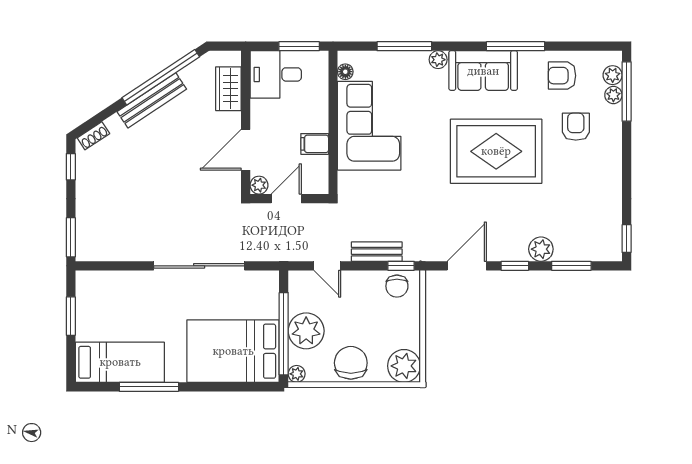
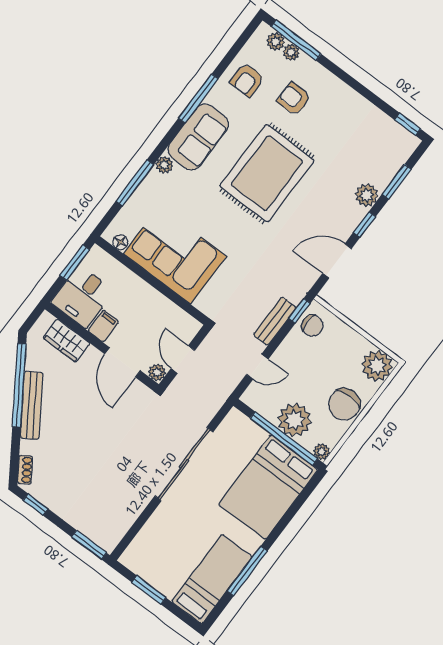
filing cabinet: (315, 144) -> (103, 326), moved, turned 180
door: (467, 266) -> (337, 261), hinge flipped
chair: (351, 363) -> (344, 404), turned -90

